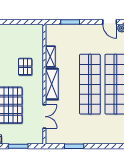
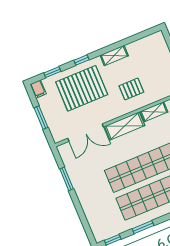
double door: (44, 117) -> (86, 133), width x1.37

